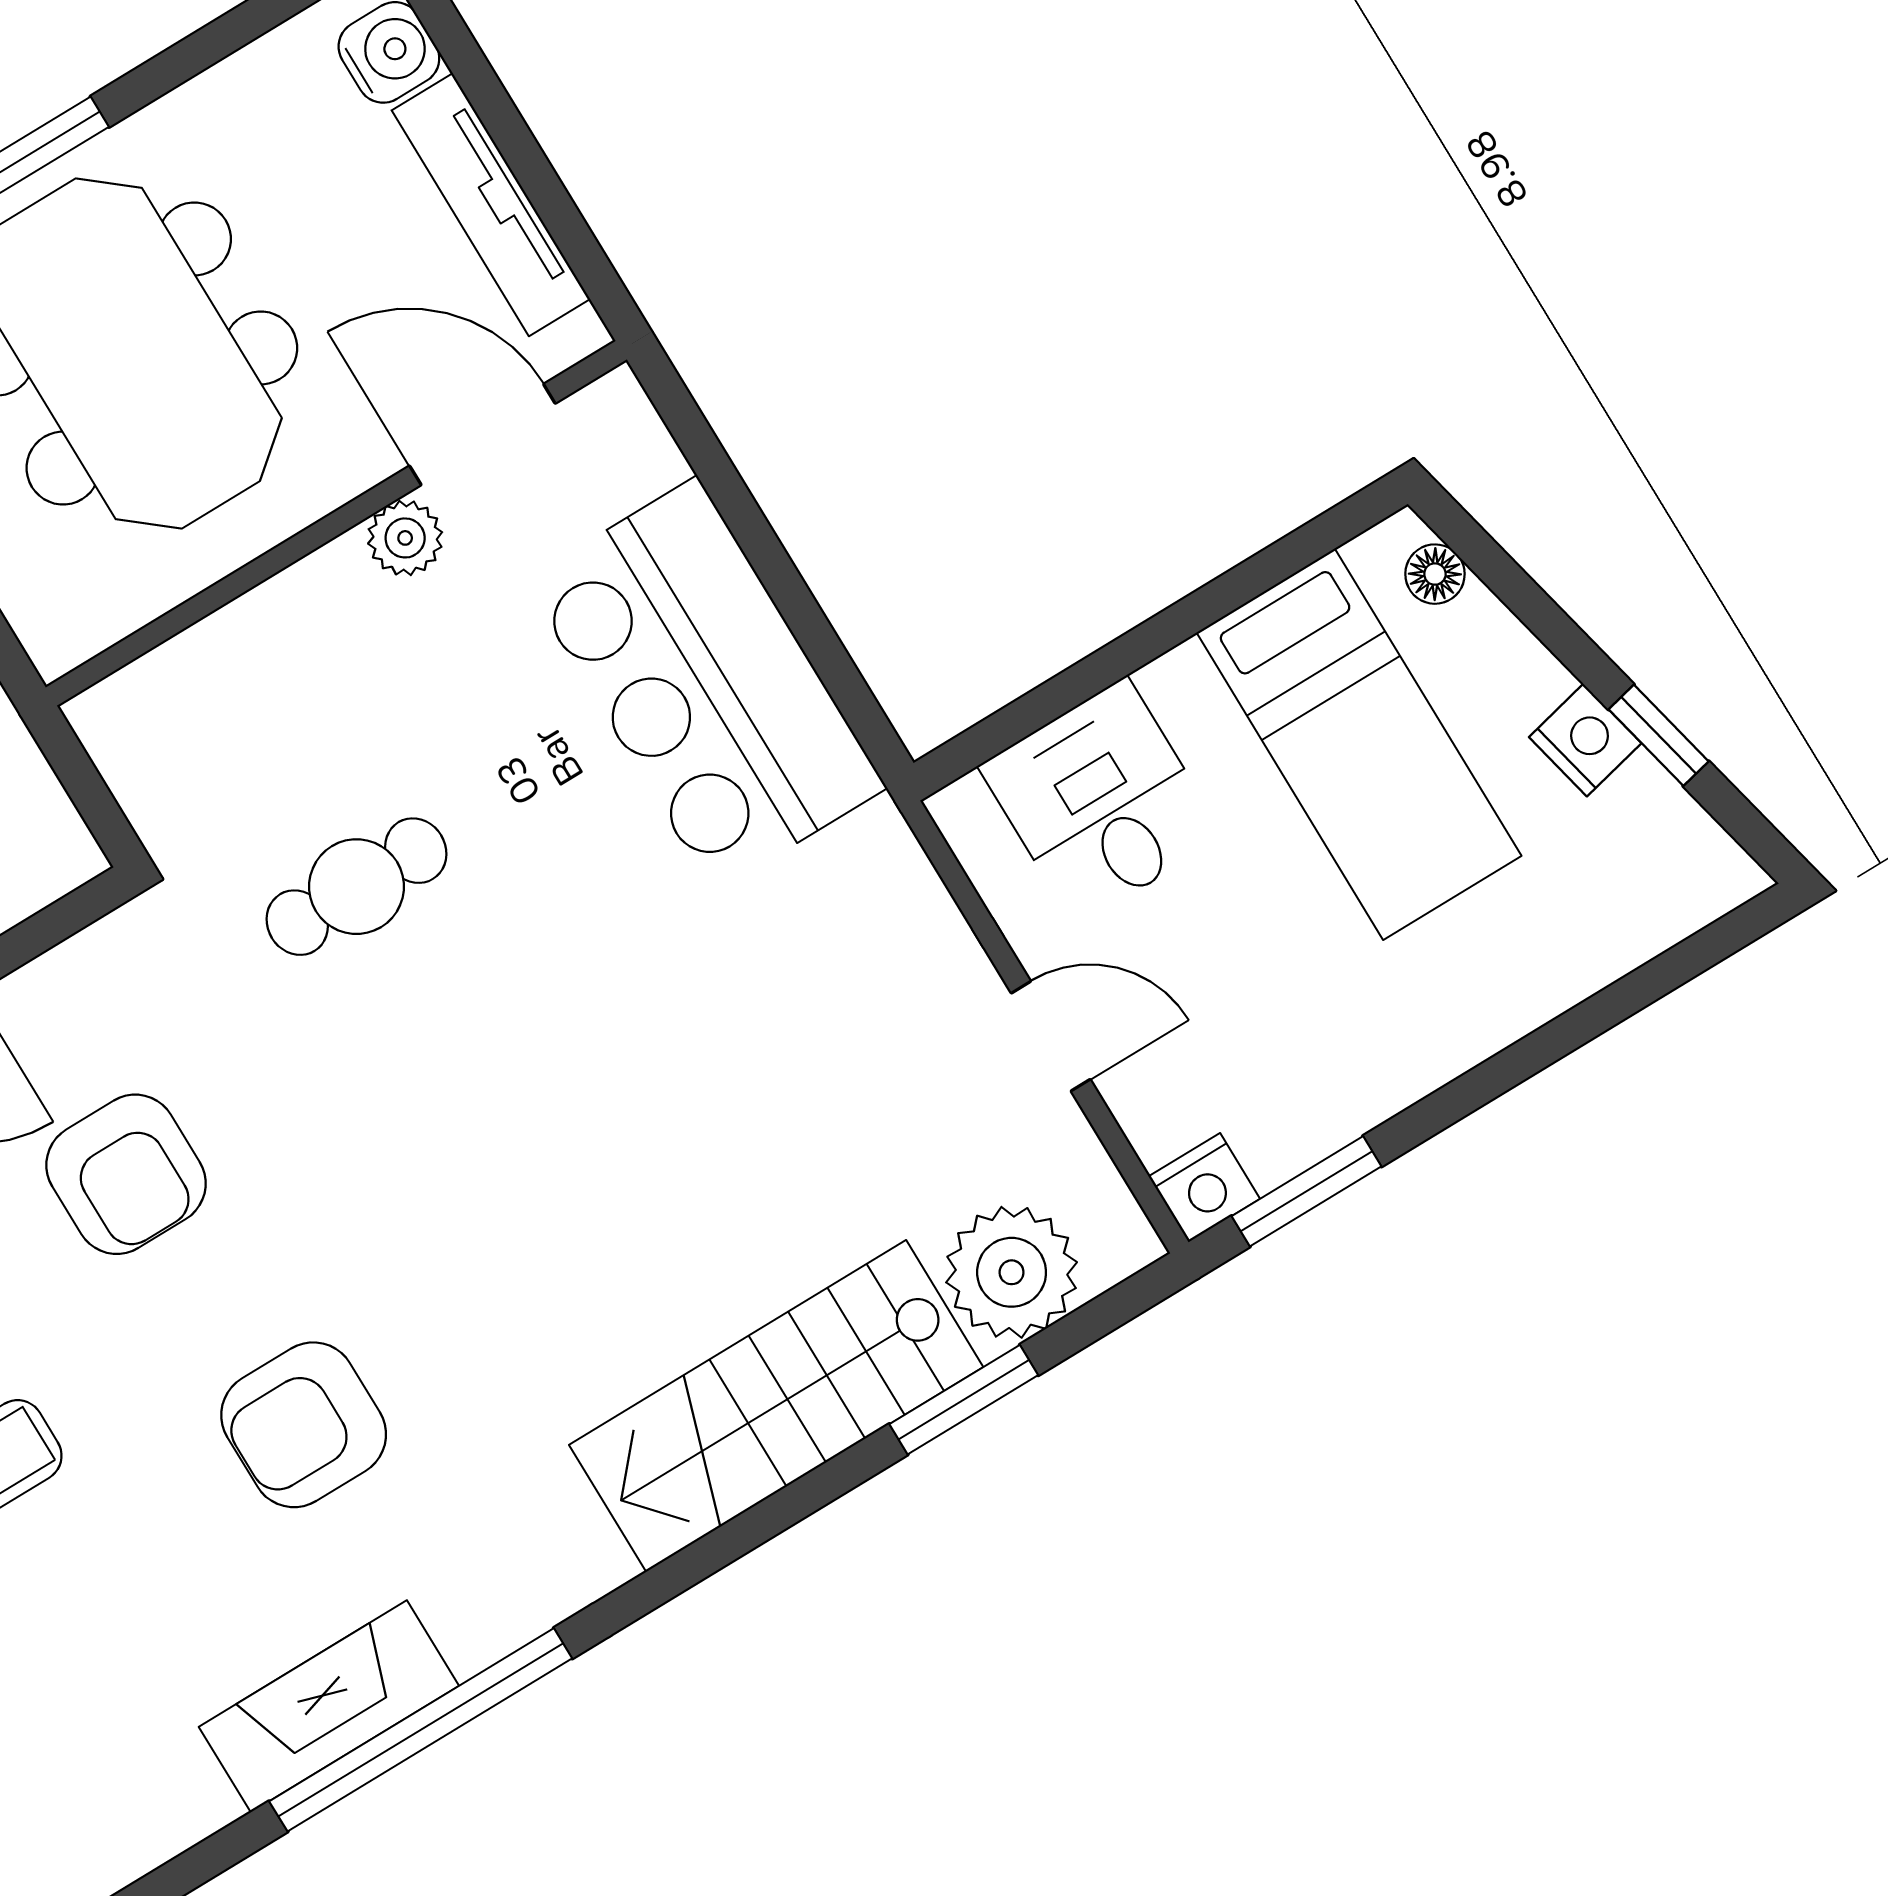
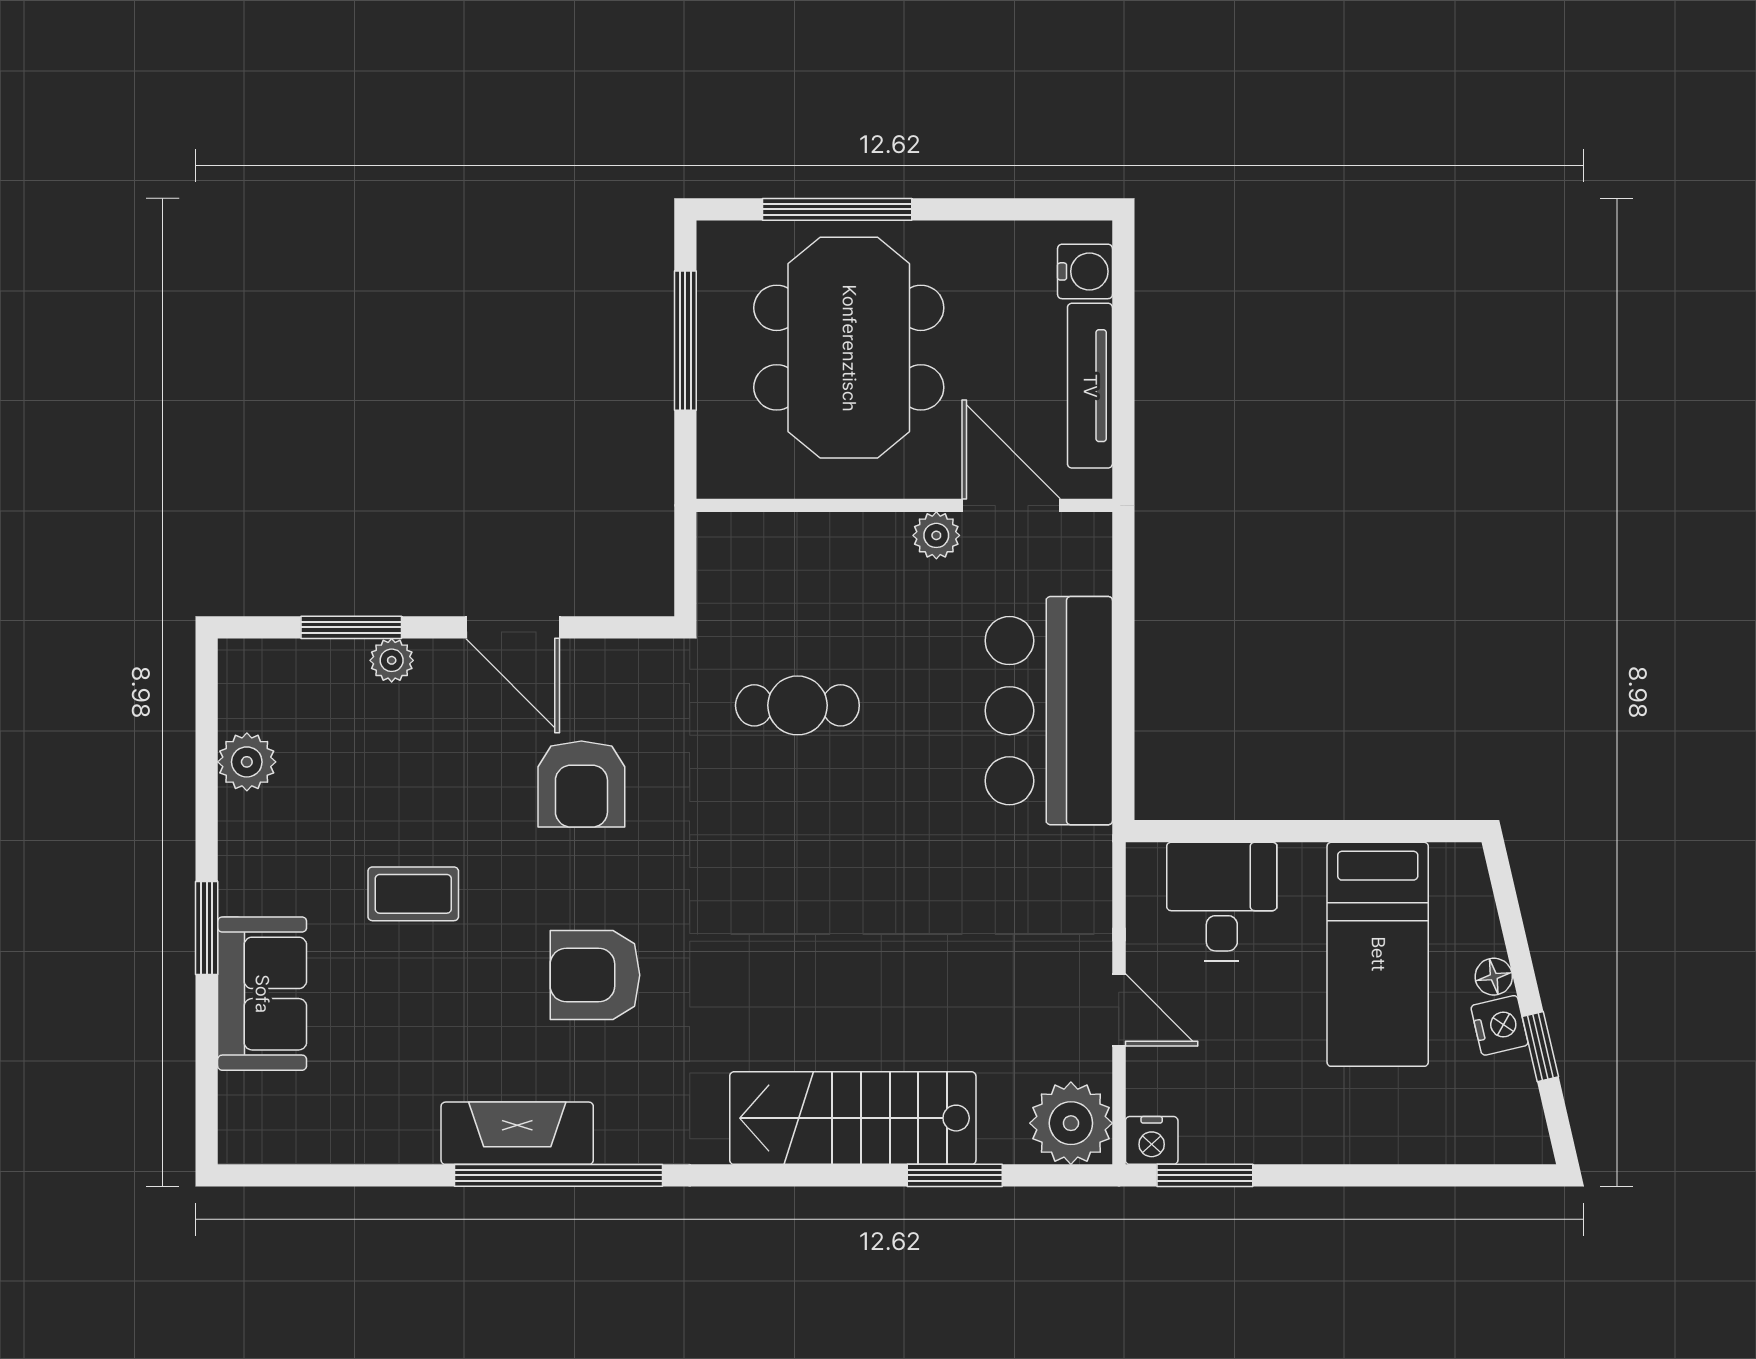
floor lamp: (1435, 574) -> (1494, 977), moved
plant: (1012, 1272) -> (1071, 1123), moved

